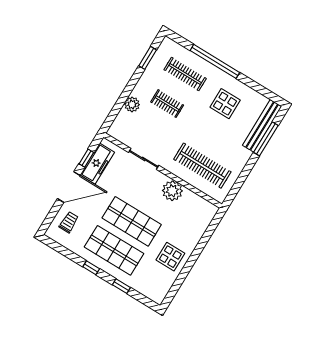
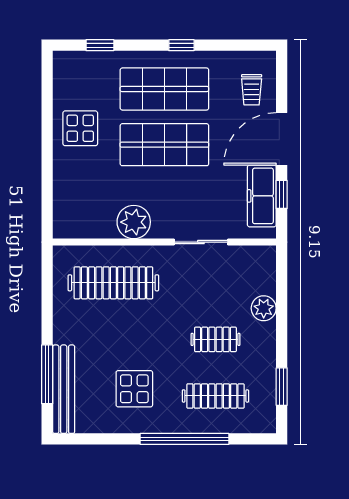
window: (121, 286) -> (100, 45), moved

